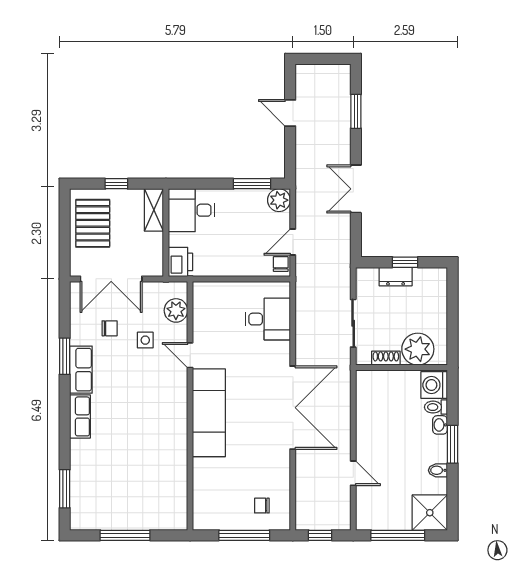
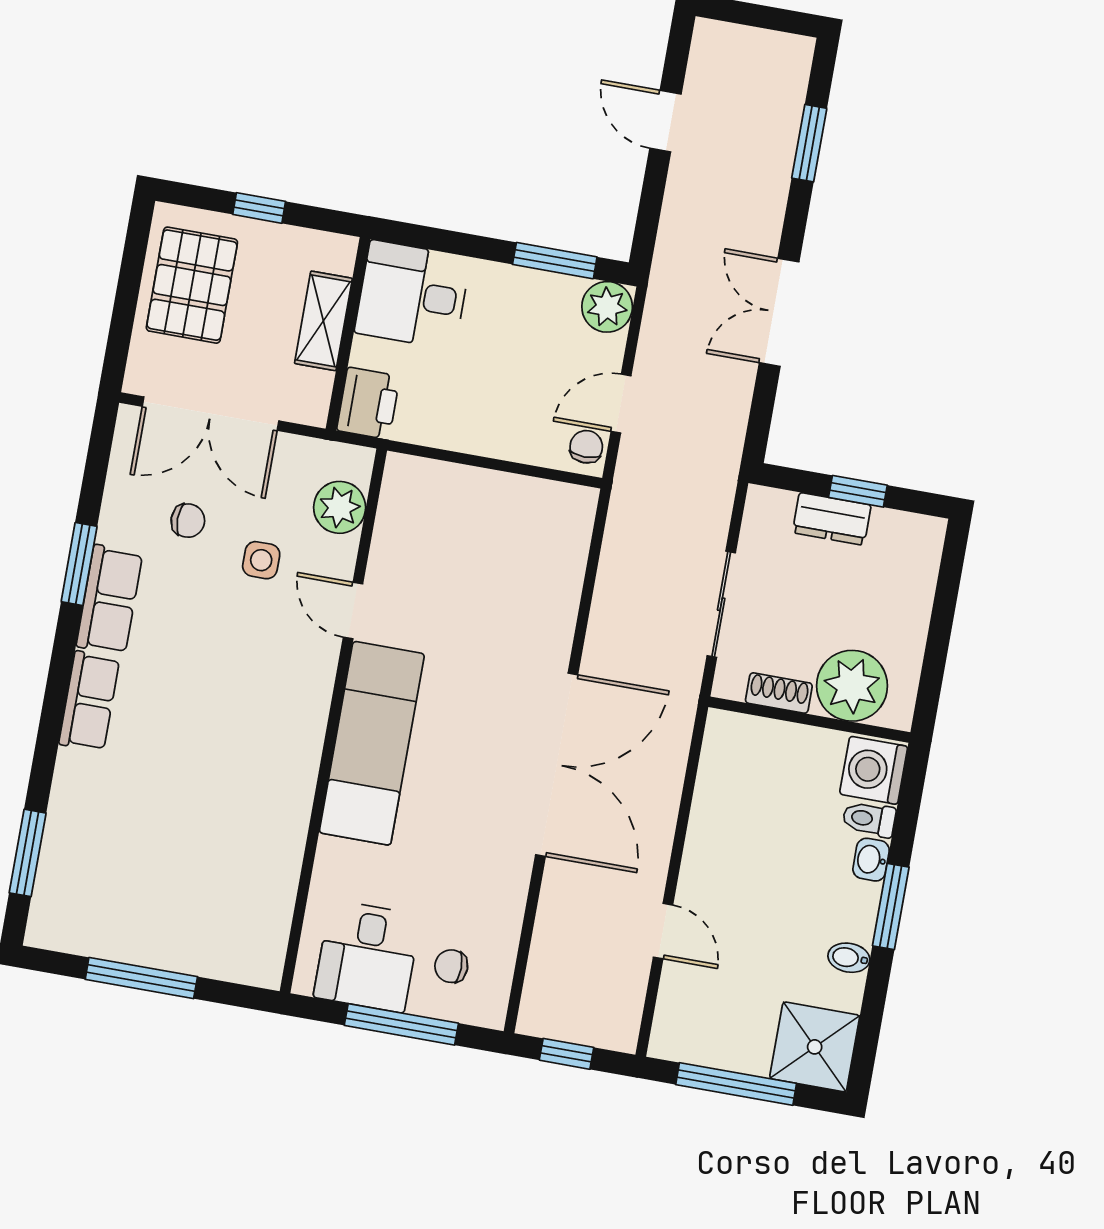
shelving: (154, 210) -> (323, 321), moved
desk: (268, 319) -> (367, 956), moved, turned 90

